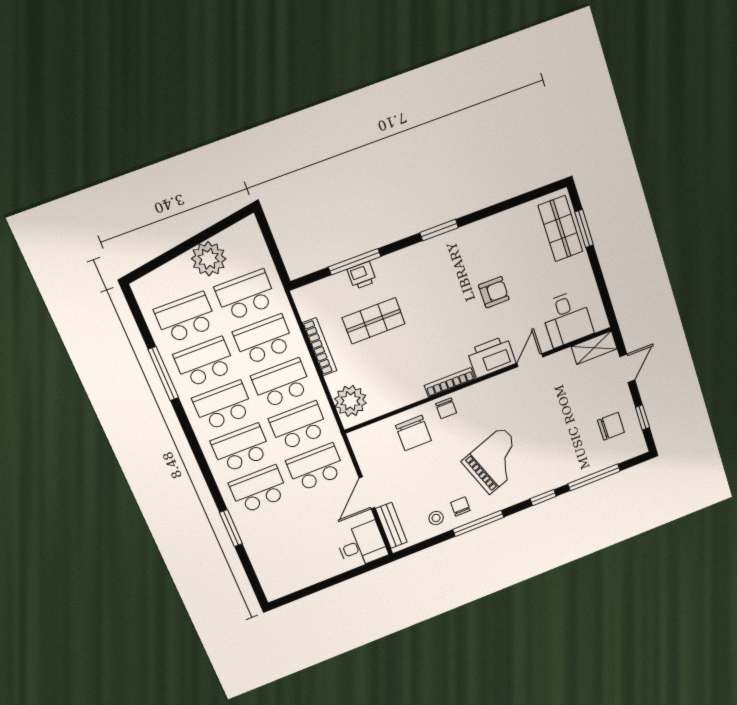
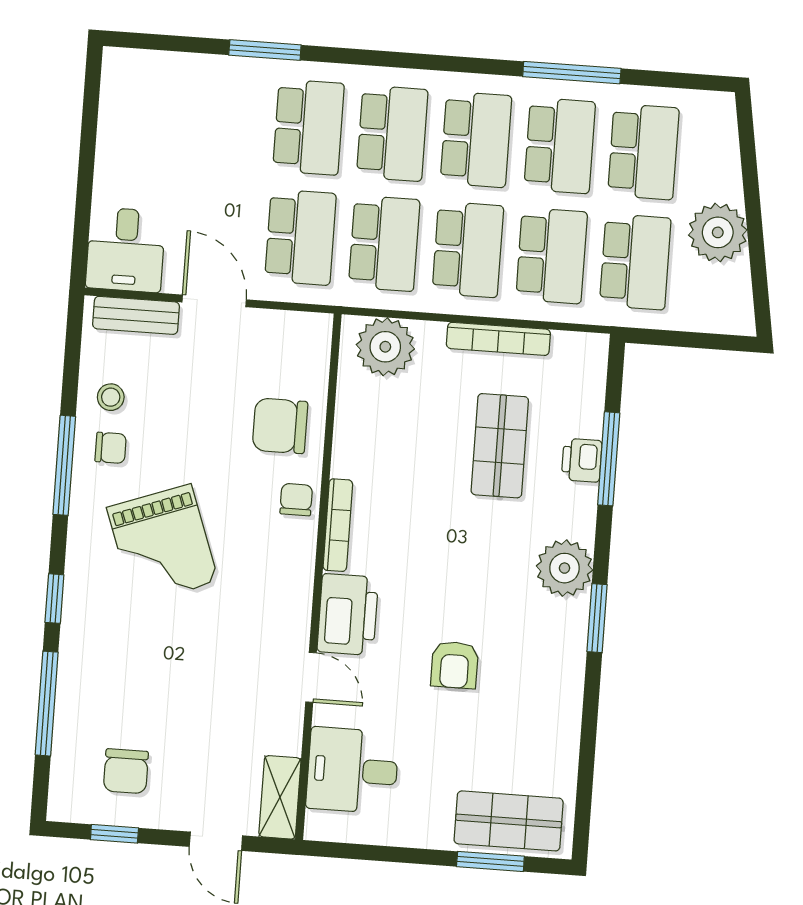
plant: (421, 259) -> (564, 568), added
chair: (446, 408) -> (296, 500), turned 90

